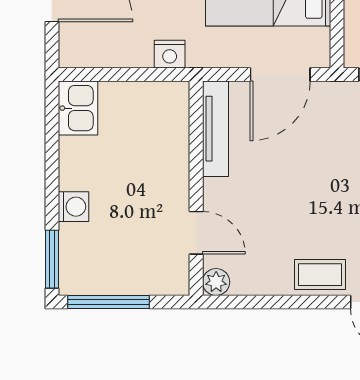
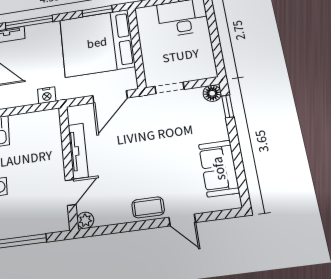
tv unit: (215, 129) -> (78, 151), moved
door: (196, 233) -> (71, 192), hinge flipped

